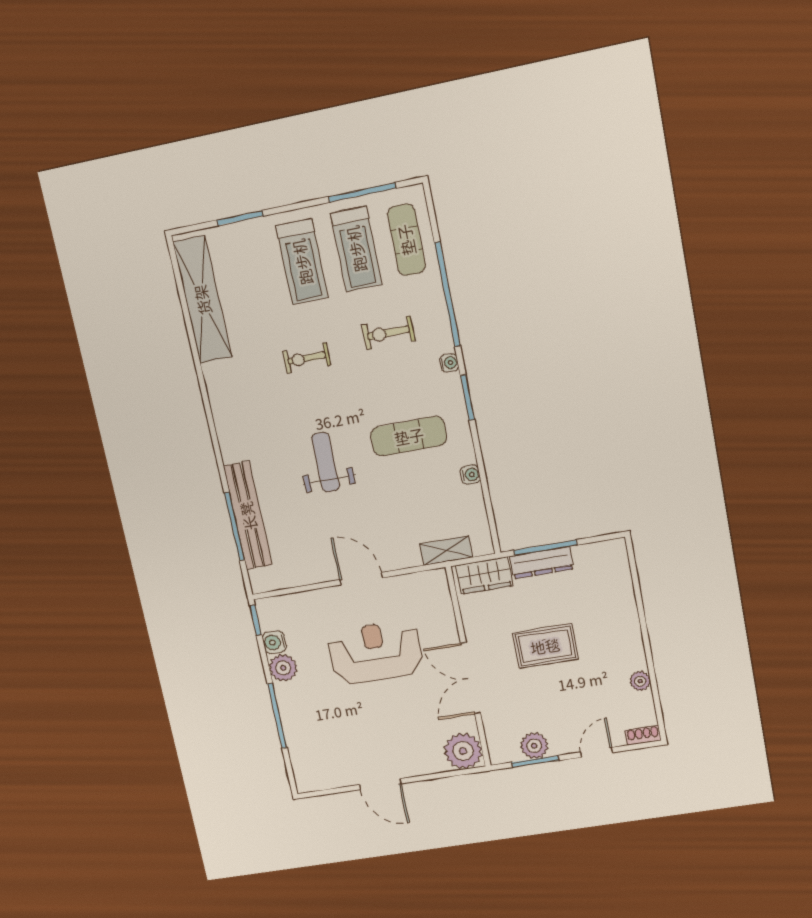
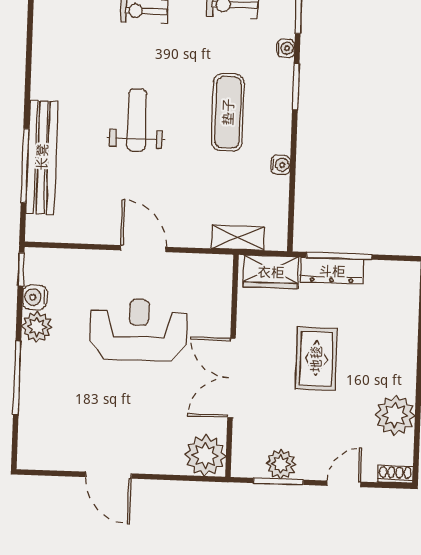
exercise mat: (409, 436) -> (228, 112), turned 90
rug: (545, 646) -> (316, 359), turned 90
plant: (640, 681) -> (395, 415), width x1.88, depth x1.88

